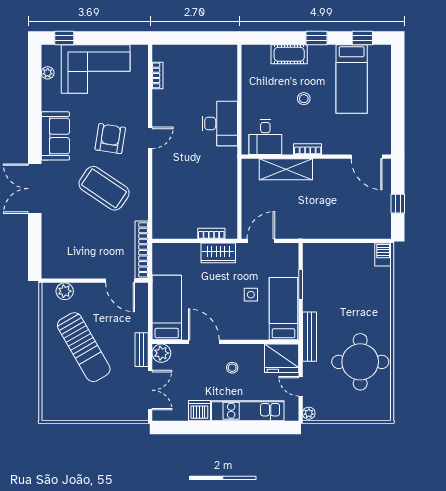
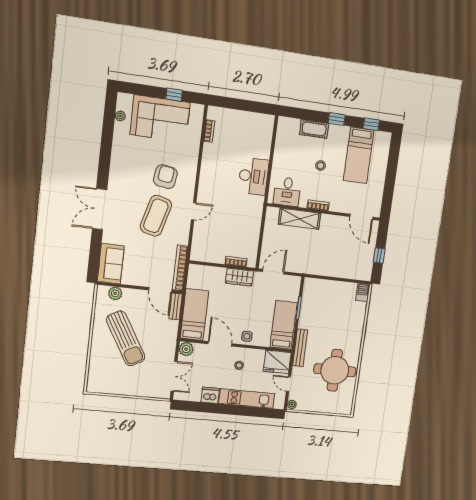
window: (64, 38) -> (174, 95), moved
sofa: (55, 136) -> (111, 264), moved
door: (150, 138) -> (194, 211), moved
coffee table: (104, 188) -> (156, 216), turned 71
side table: (251, 295) -> (247, 336), moved
bench: (142, 350) -> (176, 307), moved

